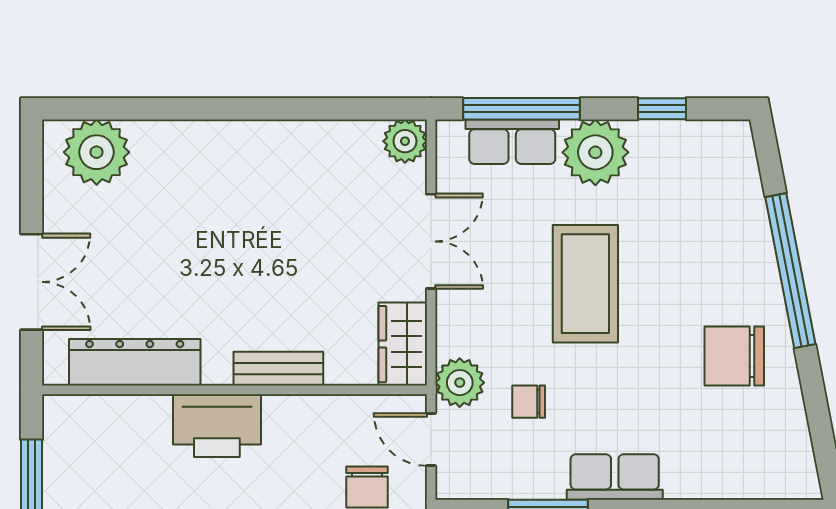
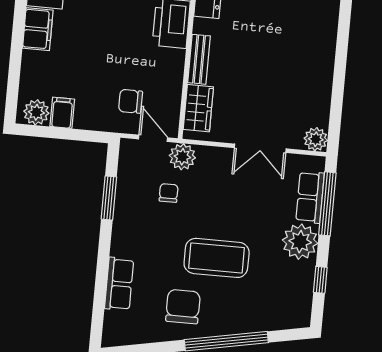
coffee table: (585, 284) -> (217, 258), moved
wardrobe: (403, 344) -> (198, 108), moved, turned 90
door: (431, 439) -> (153, 138), hinge flipped
row of seats: (615, 477) -> (119, 284), moved

